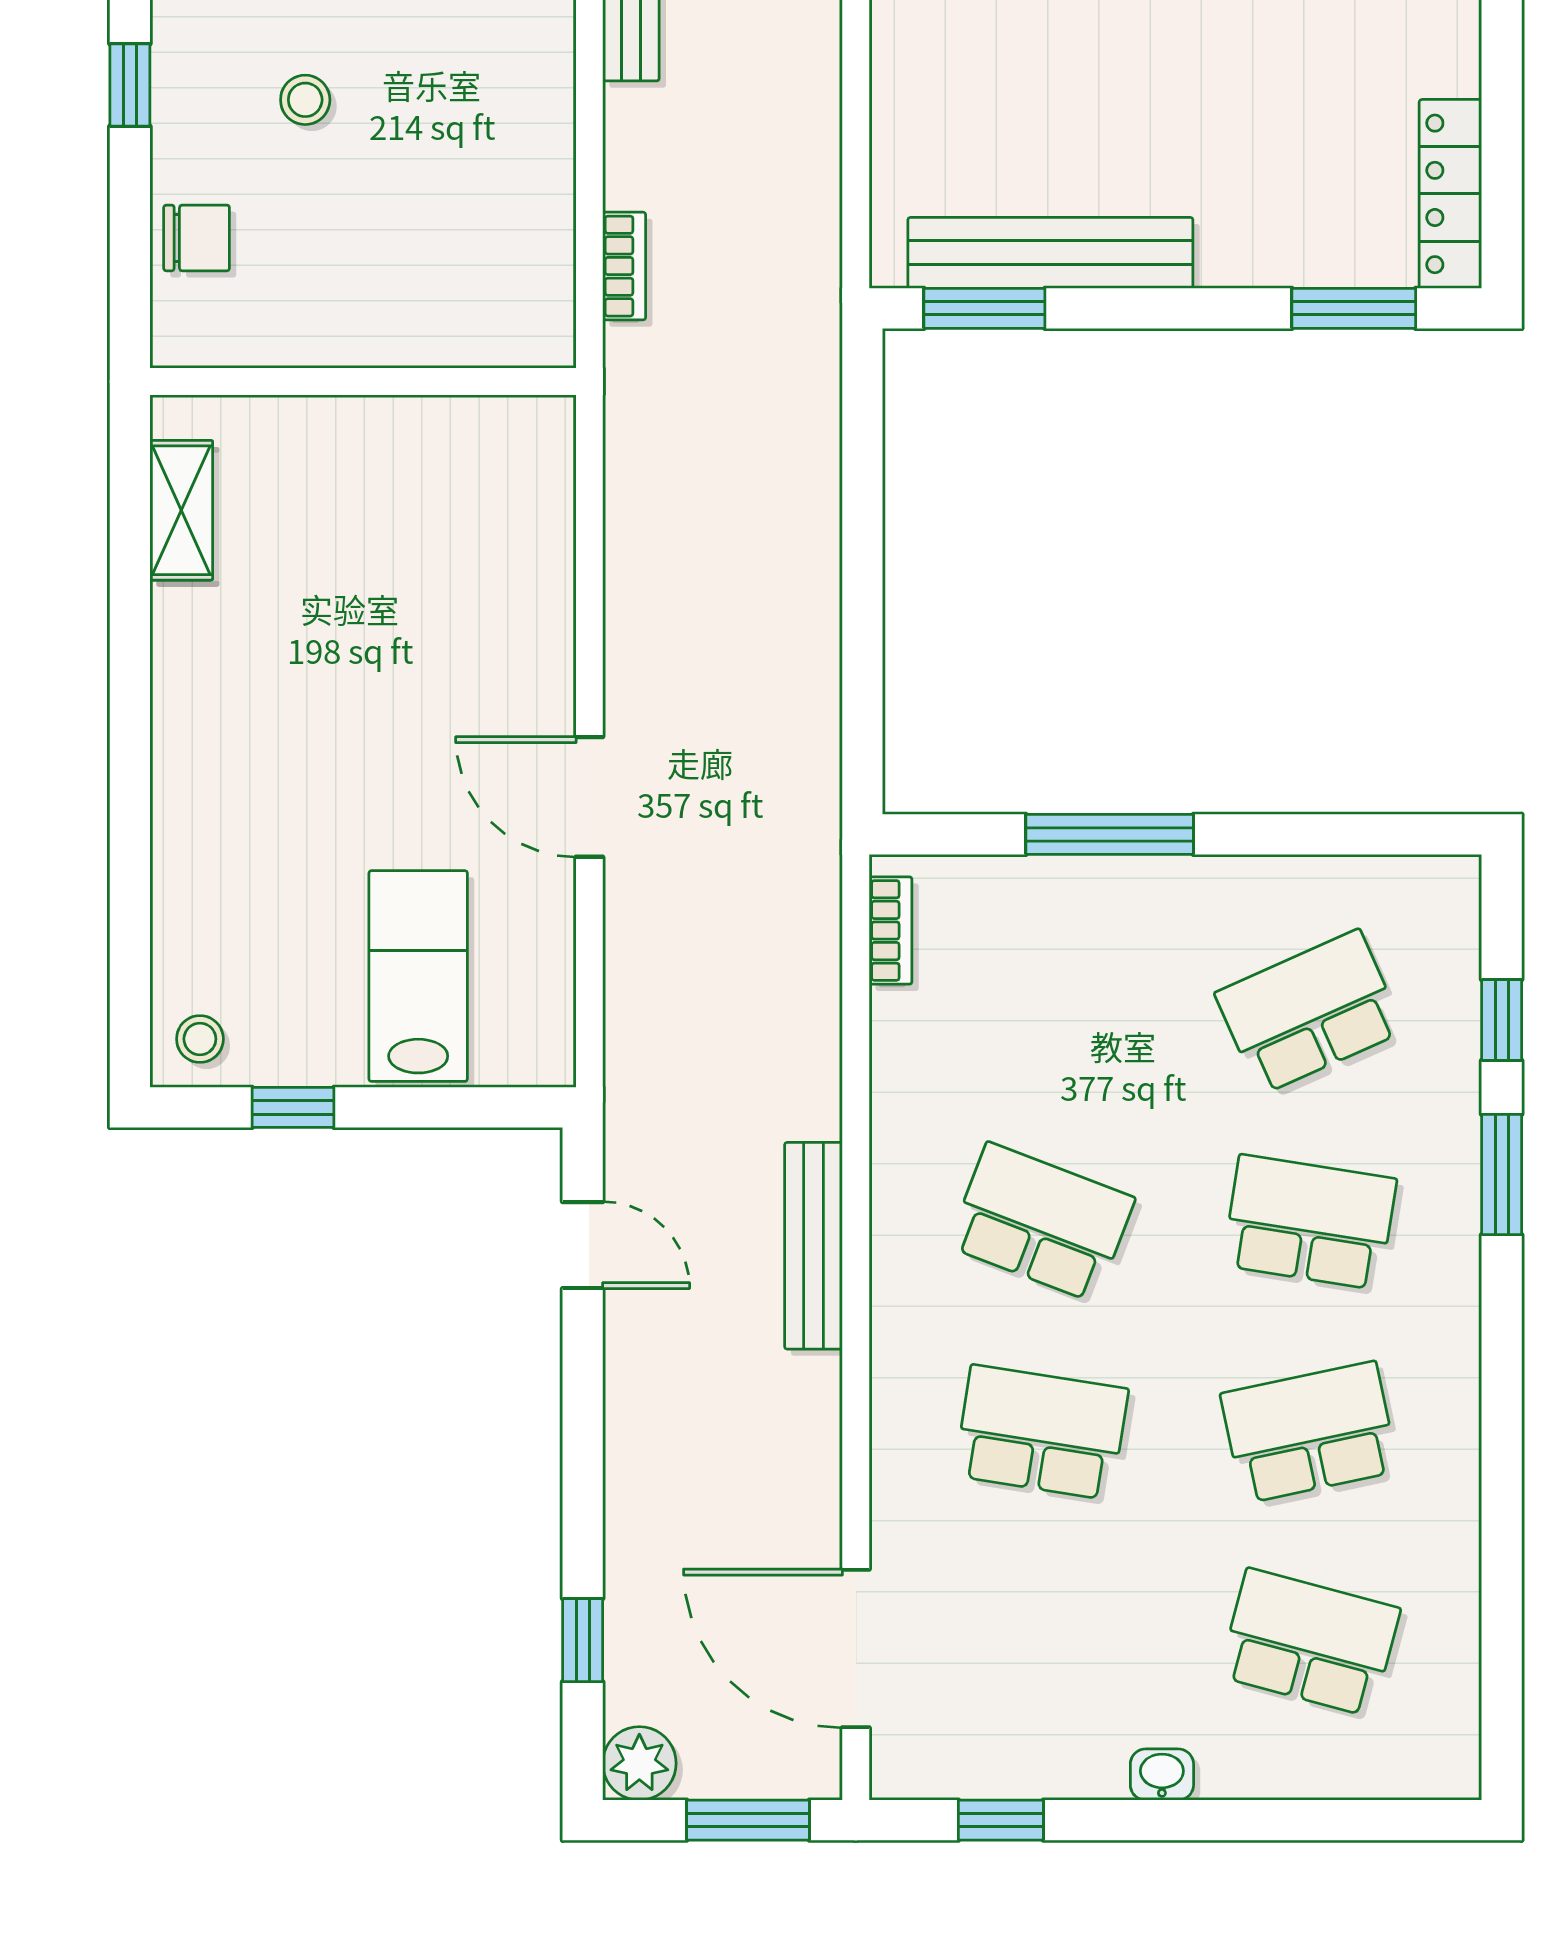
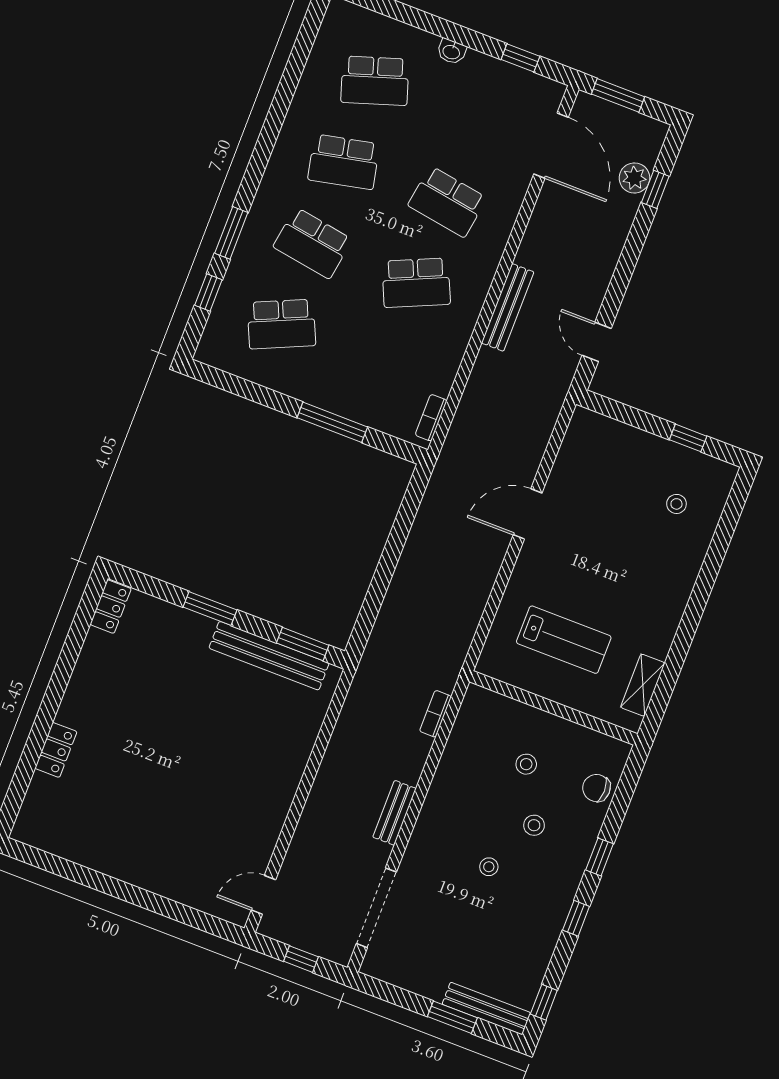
locker: (1450, 194) -> (111, 607), width x0.66
stool: (376, 231) -> (526, 764), added
window: (1354, 308) -> (210, 608), moved
door: (589, 797) -> (528, 514), swing flipped
lab bench: (418, 976) -> (564, 640), moved, turned -90
stool: (200, 1039) -> (676, 504), moved
school desk: (1041, 1222) -> (416, 283), turned -45
school desk: (1310, 1642) -> (375, 81), turned -33
plant: (639, 1763) -> (634, 178), moved

